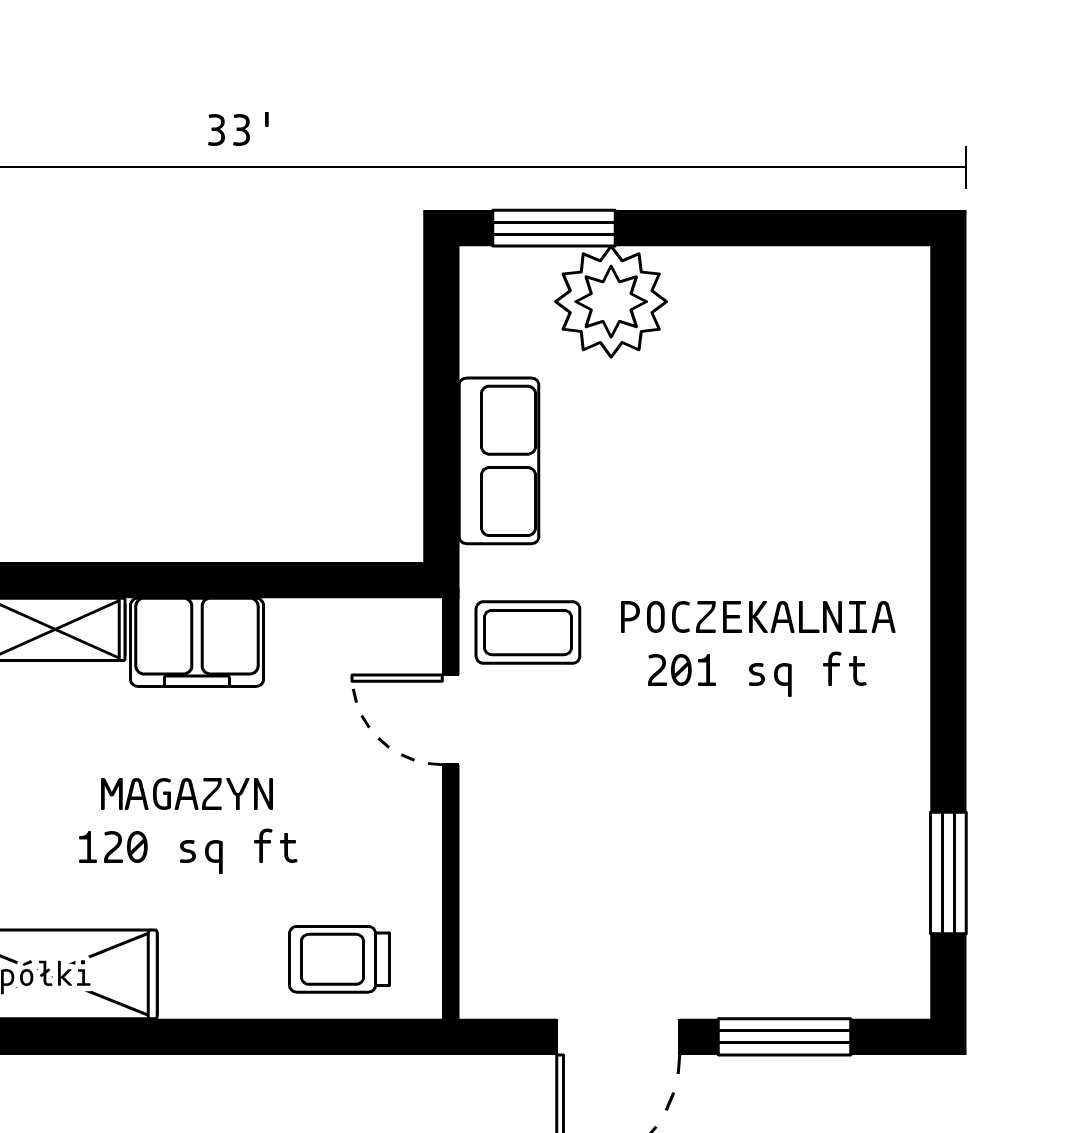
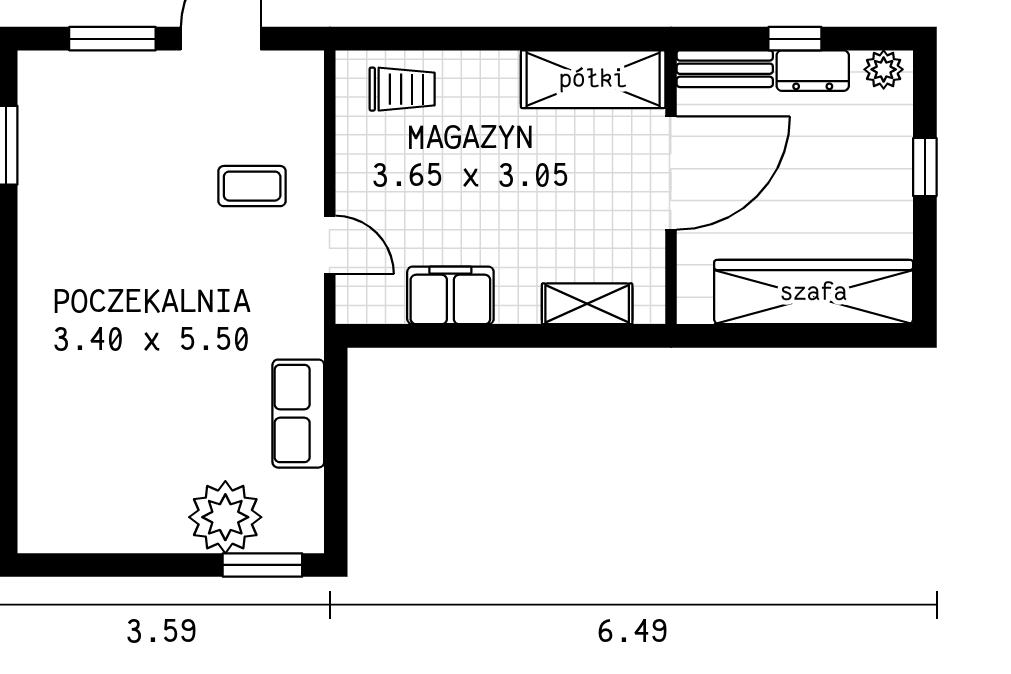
coffee table: (528, 633) -> (252, 186), moved
filing cabinet: (197, 642) -> (450, 295), moved

